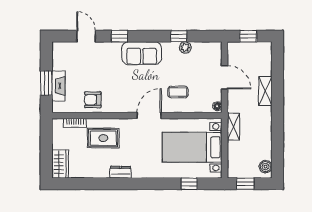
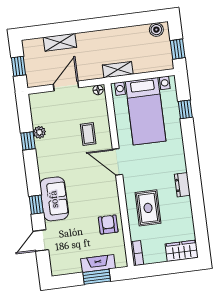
sofa: (142, 53) -> (54, 199), moved
shelving: (265, 91) -> (60, 42), moved
armchair: (93, 100) -> (108, 225), turned 180
bookcase: (75, 123) -> (137, 253), moved

